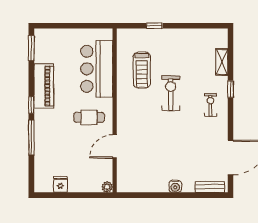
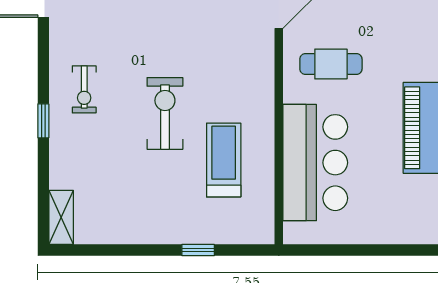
shelving: (222, 62) -> (61, 217), moved
exercise bike: (171, 93) -> (165, 113), turned 180

